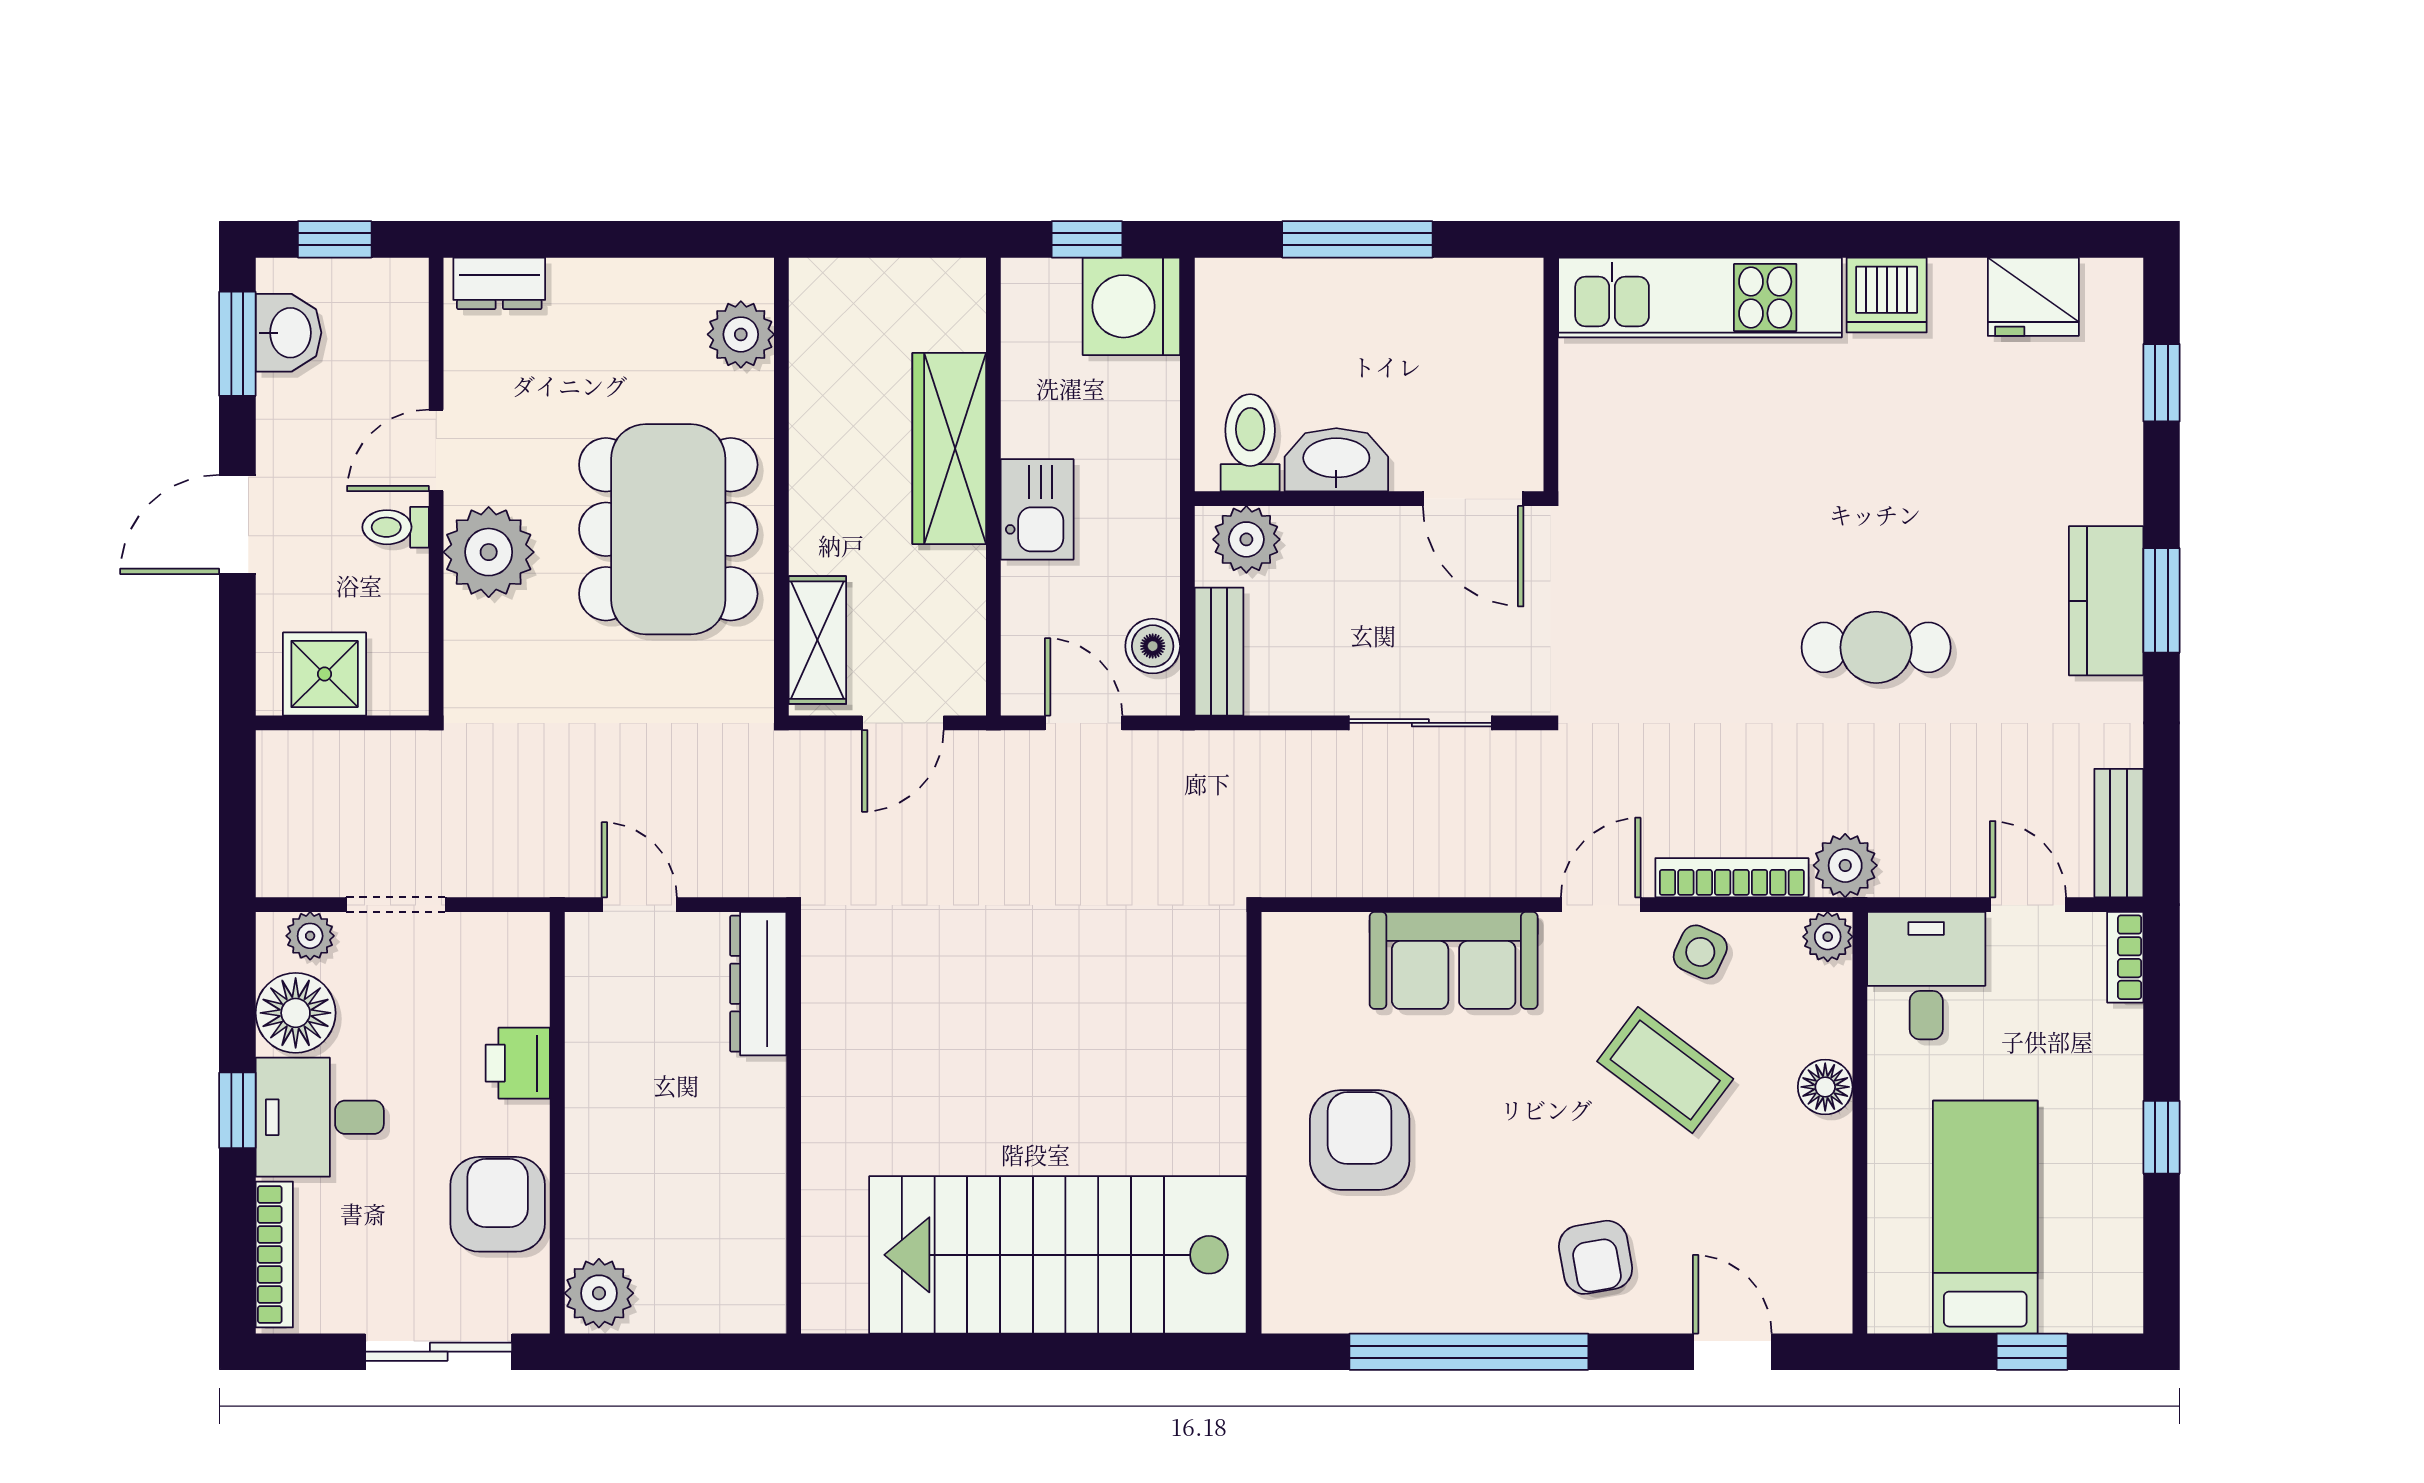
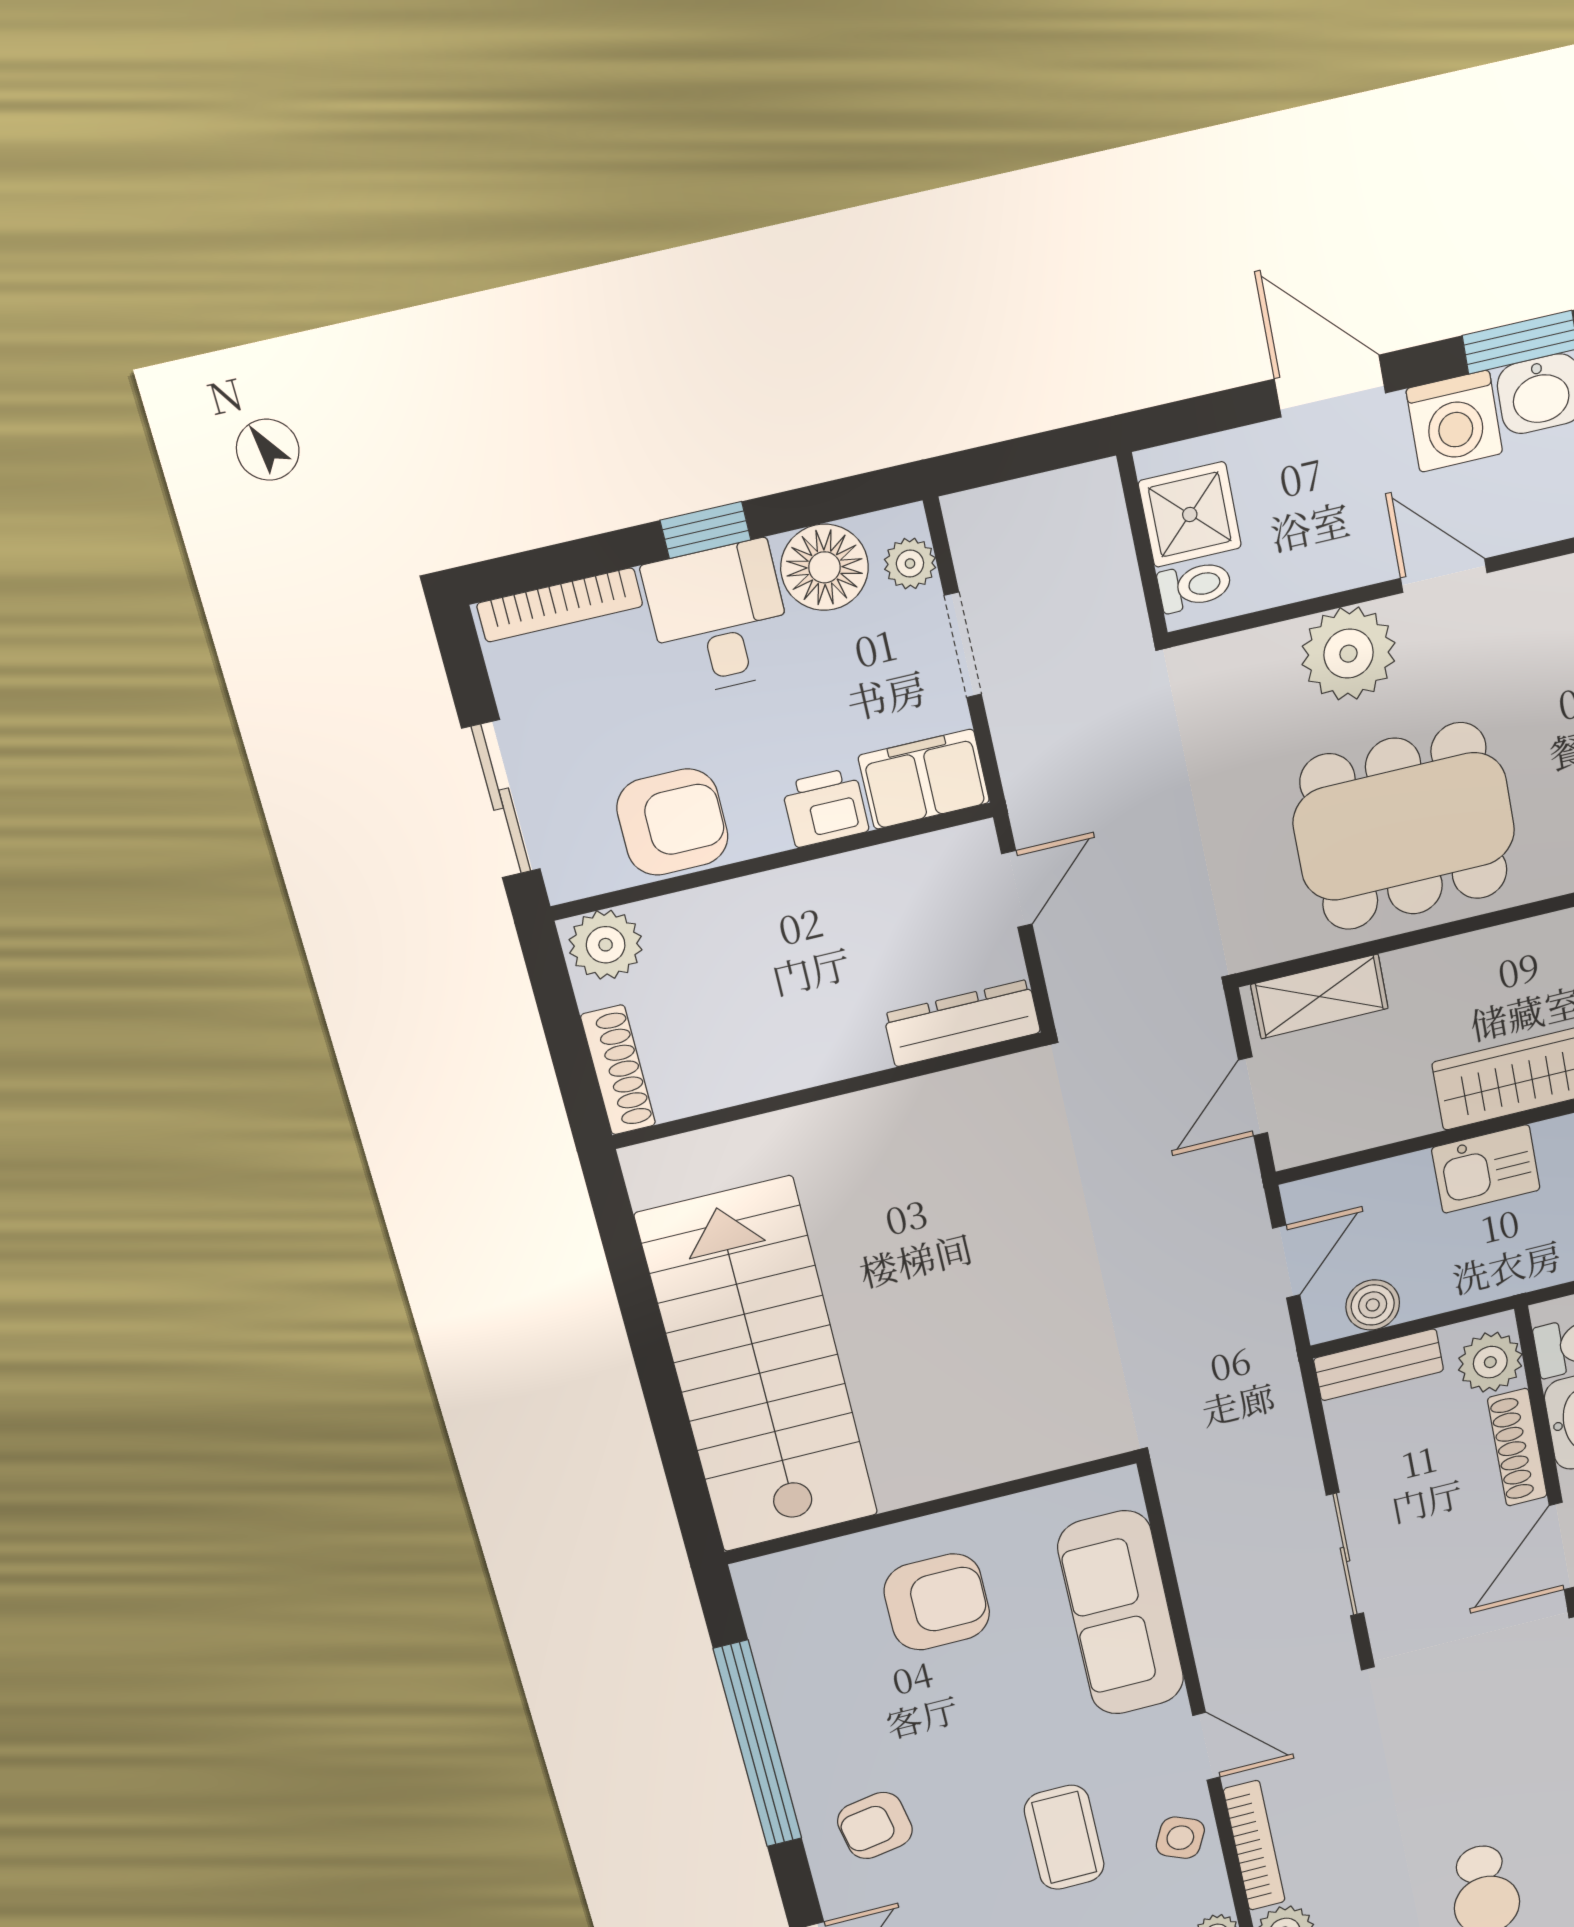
washing machine: (295, 416) -> (1454, 421), added
toilet: (396, 527) -> (1195, 586), moved, turned 90
shoe rack: (1348, 528) -> (1517, 1447), added
door: (903, 723) -> (1253, 1096), hinge flipped
sofa: (1454, 960) -> (1121, 1613), width x1.36
filing cabinet: (513, 967) -> (924, 779), added
coffee table: (1665, 1070) -> (1064, 1837), turned -37
shoe rack: (723, 1312) -> (618, 1070), added

